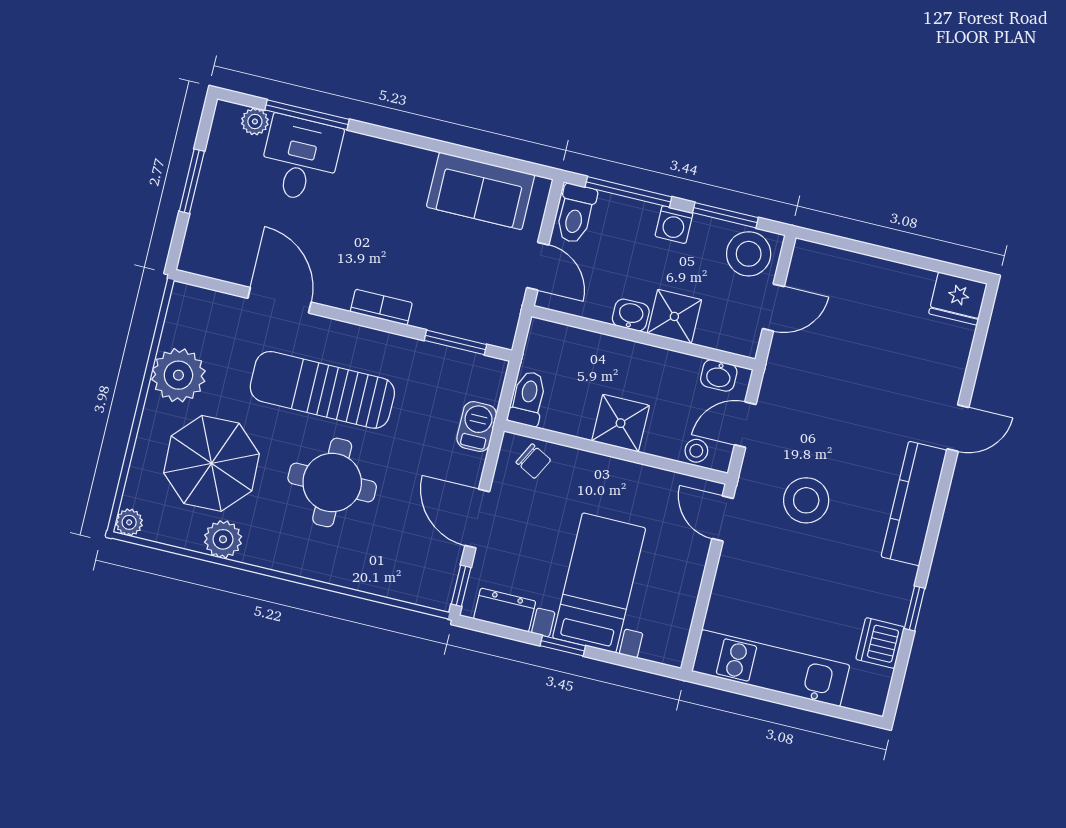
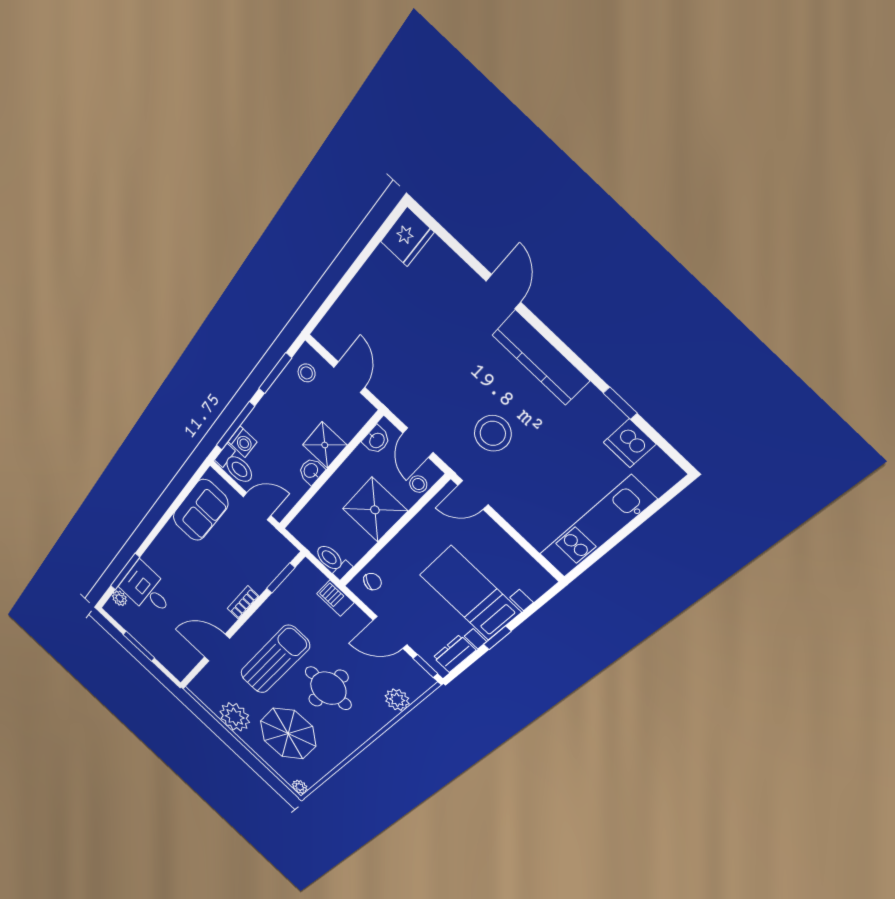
washing machine: (674, 225) -> (242, 442), moved
stool: (749, 254) -> (307, 373), width x0.53, depth x0.53
sun lounger: (322, 390) -> (275, 660), turned 180
shower: (621, 423) -> (375, 510), width x1.36, depth x1.36
plant: (223, 539) -> (397, 700), moved

